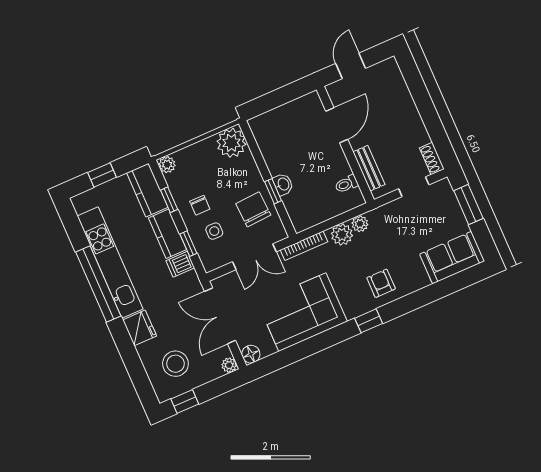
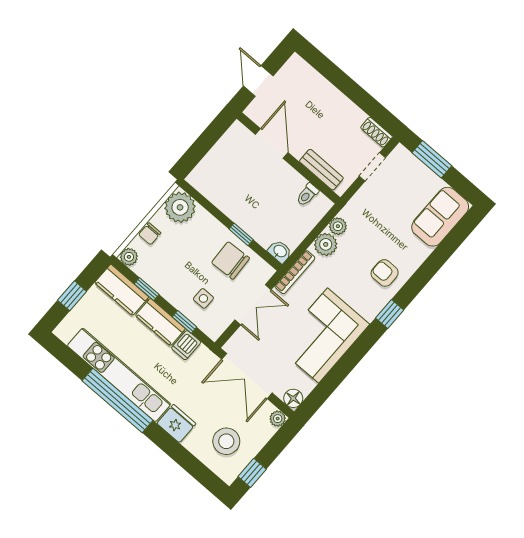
washbasin: (283, 184) -> (280, 251), moved
chair: (200, 205) -> (150, 234), moved, turned 90

